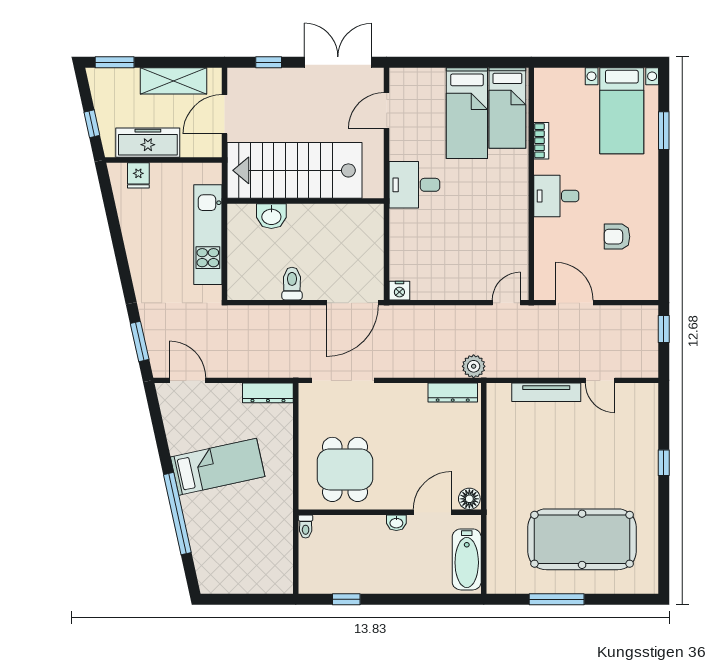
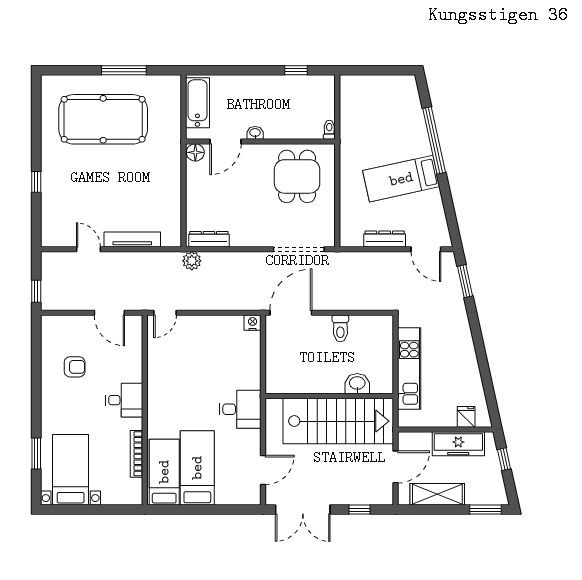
bookcase: (541, 141) -> (137, 454), width x1.56
dresser: (268, 393) -> (385, 239), moved

